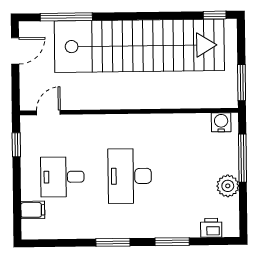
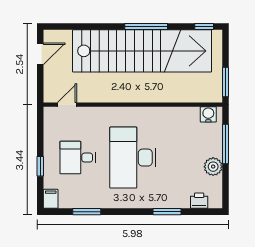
window: (66, 17) -> (146, 26), moved
window: (16, 145) -> (40, 166), moved
desk: (130, 176) -> (133, 158), width x1.36, depth x1.30
filing cabinet: (33, 210) -> (51, 199), moved, turned -90
window: (113, 242) -> (87, 212), moved

